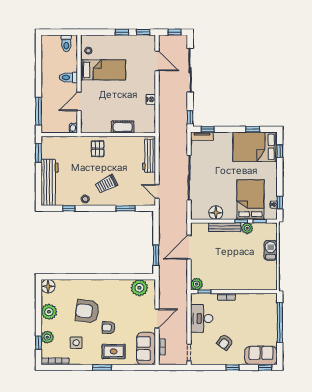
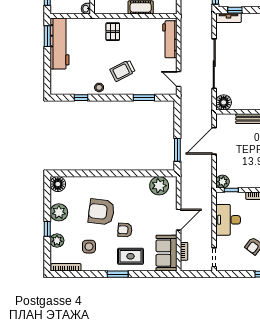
workbench: (50, 182) -> (60, 43), moved
floor lamp: (216, 213) -> (224, 102), moved
window: (38, 343) -> (47, 229), moved

